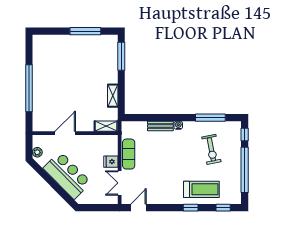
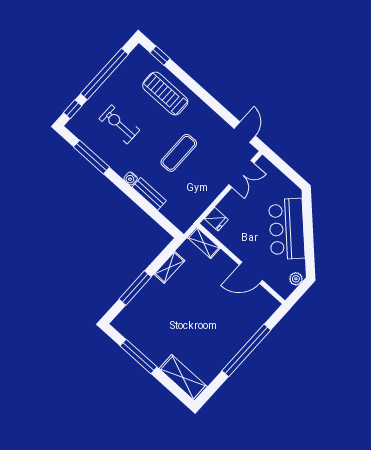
shelving: (50, 42) -> (183, 378), added
window: (121, 56) -> (135, 288), moved
exercise bike: (211, 149) -> (119, 124), turned -79
exercise mat: (129, 154) -> (179, 153), moved
fridge: (111, 162) -> (216, 219), moved
door: (138, 208) -> (245, 132), swing flipped
window: (191, 208) -> (192, 85), removed

